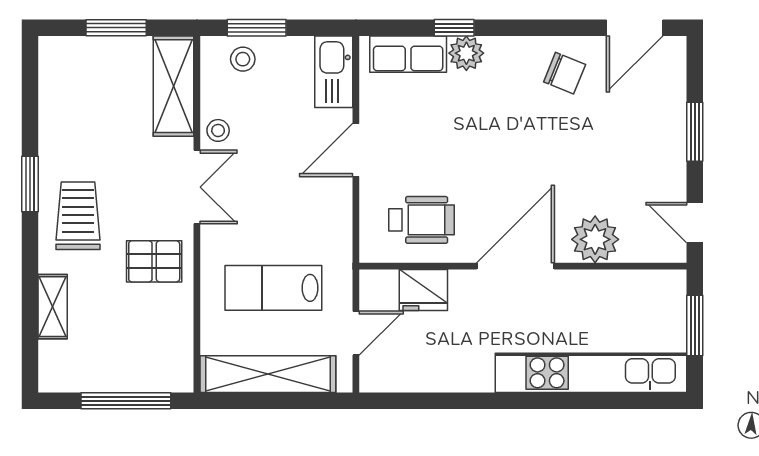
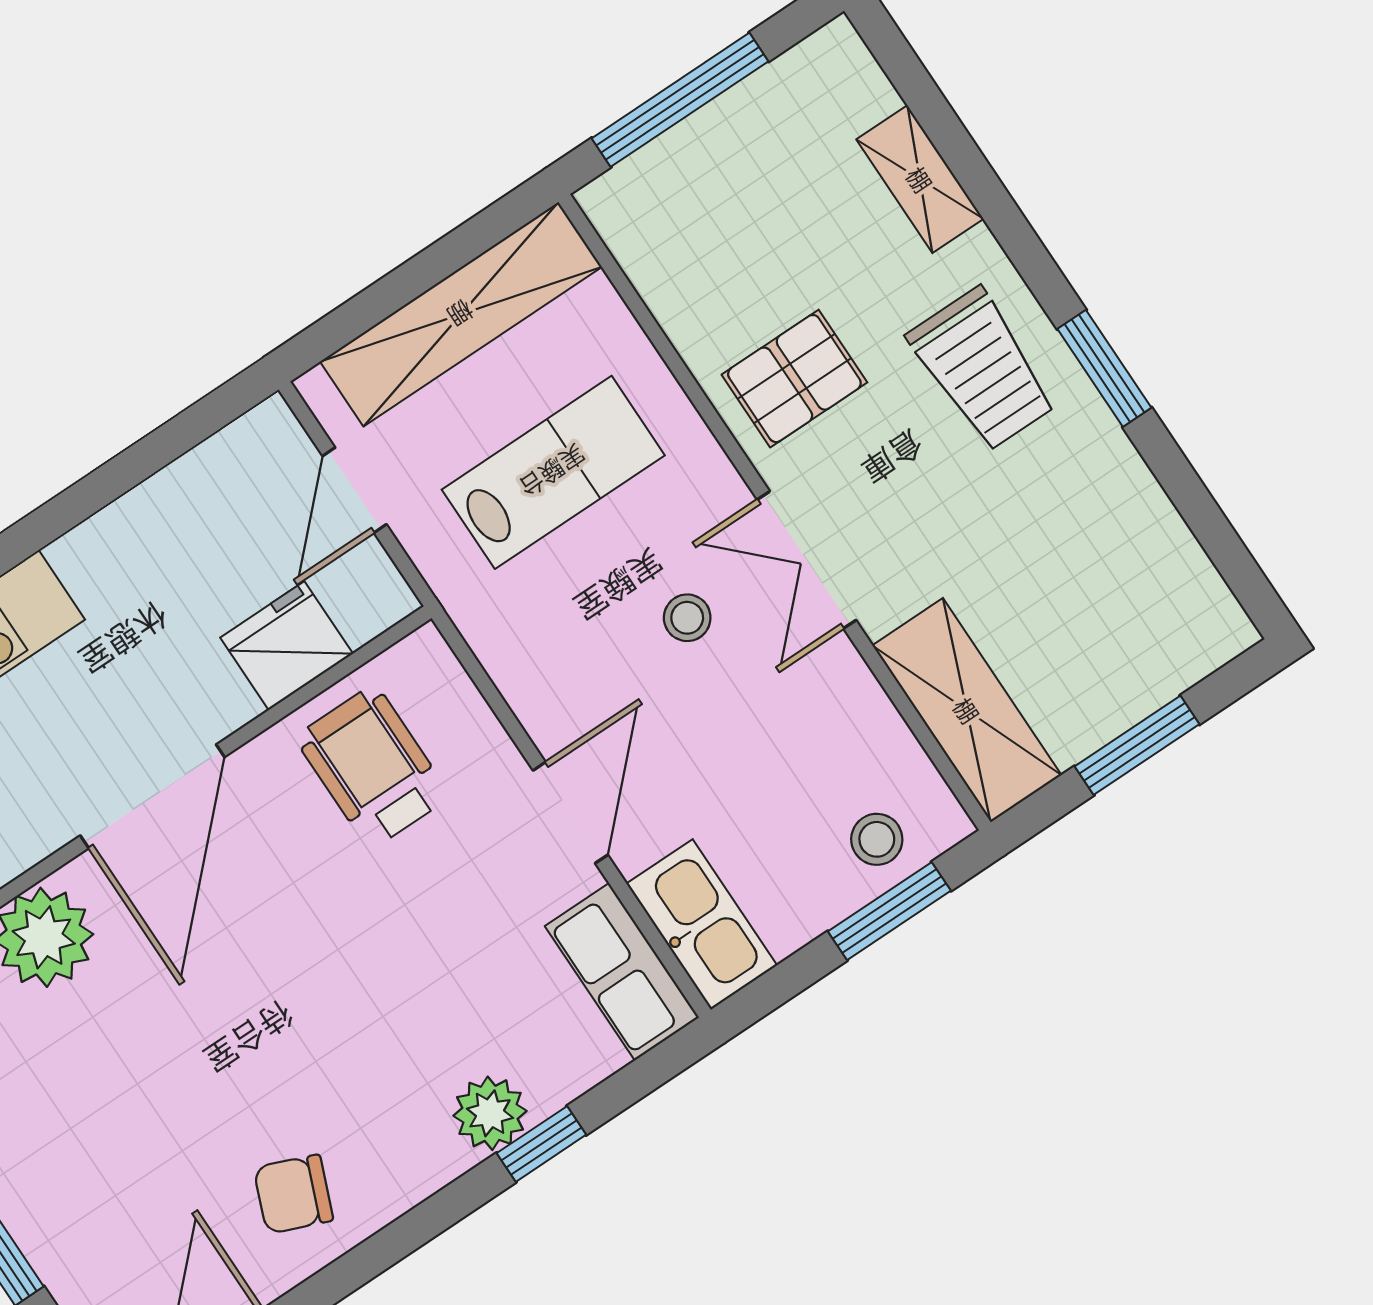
row of seats: (408, 54) -> (622, 972), moved, turned -90
stool: (218, 130) -> (687, 618), moved
wheelchair: (421, 220) -> (373, 767), turned 90

